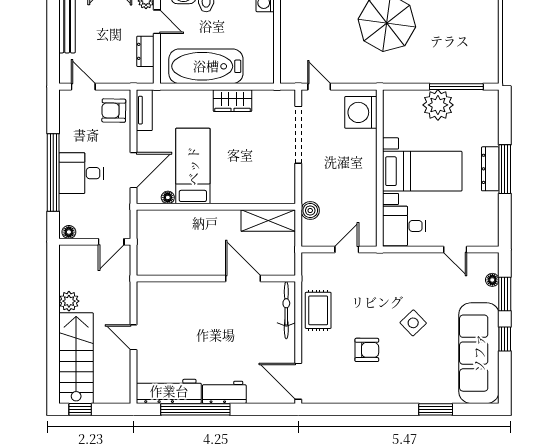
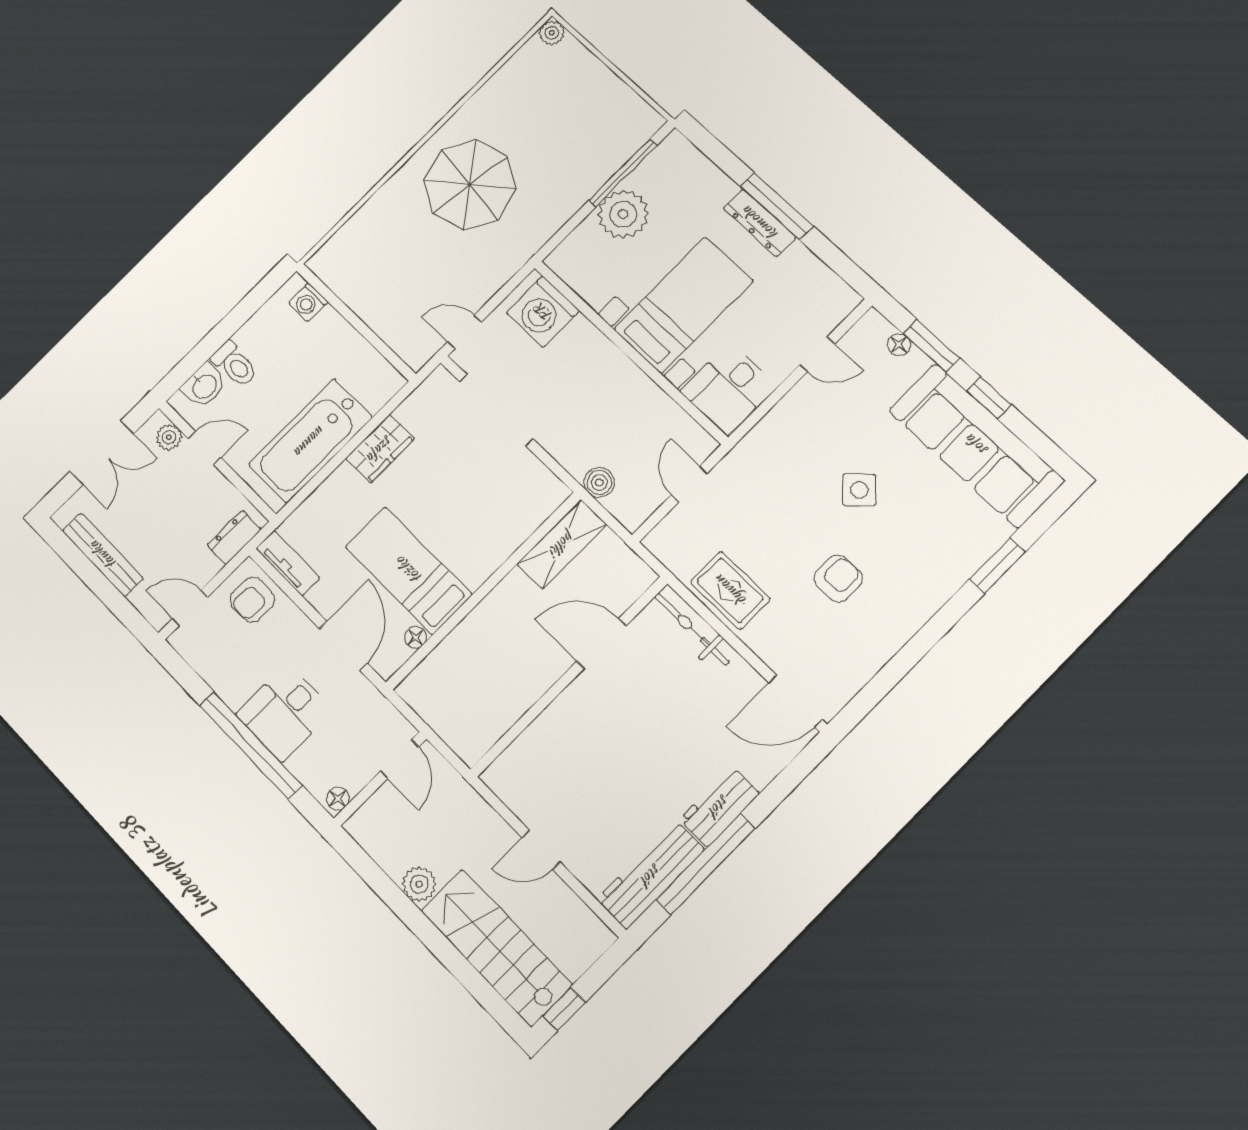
dresser: (145, 51) -> (234, 538), moved, turned 90

